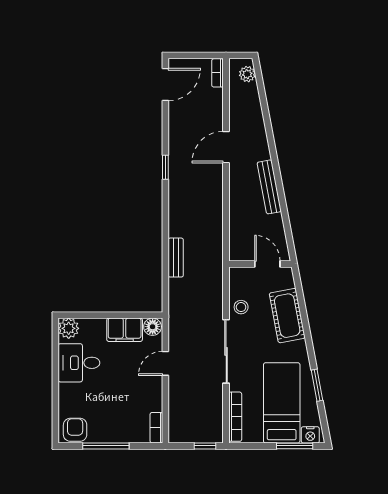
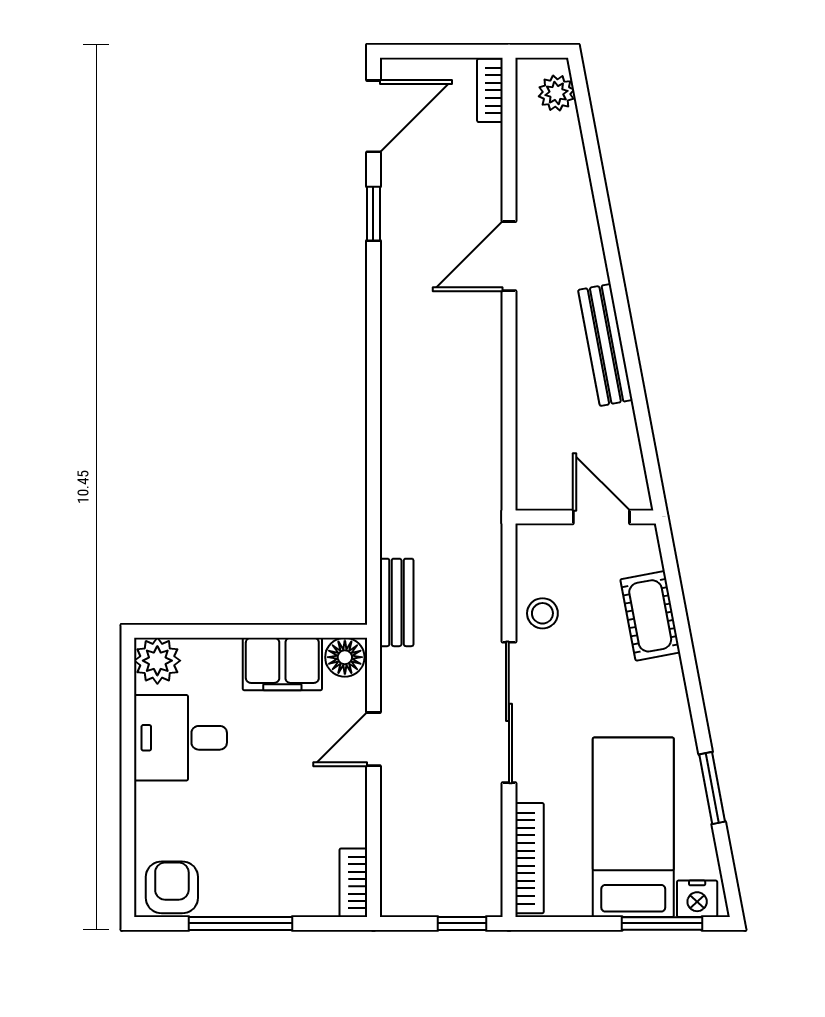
window: (165, 167) -> (373, 214), moved
bench: (176, 258) -> (397, 602), moved
cot: (287, 316) -> (650, 616), width x0.73, depth x0.75

